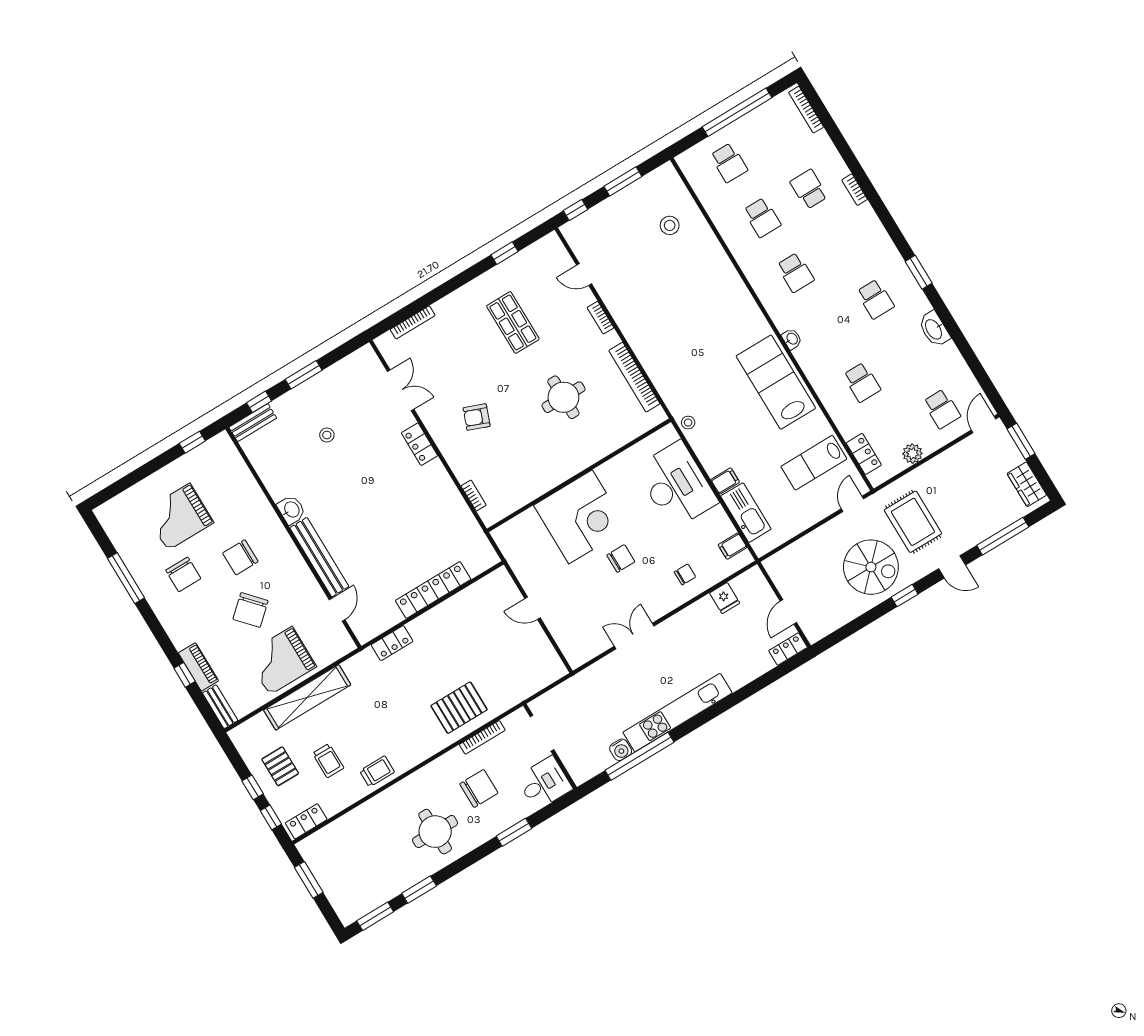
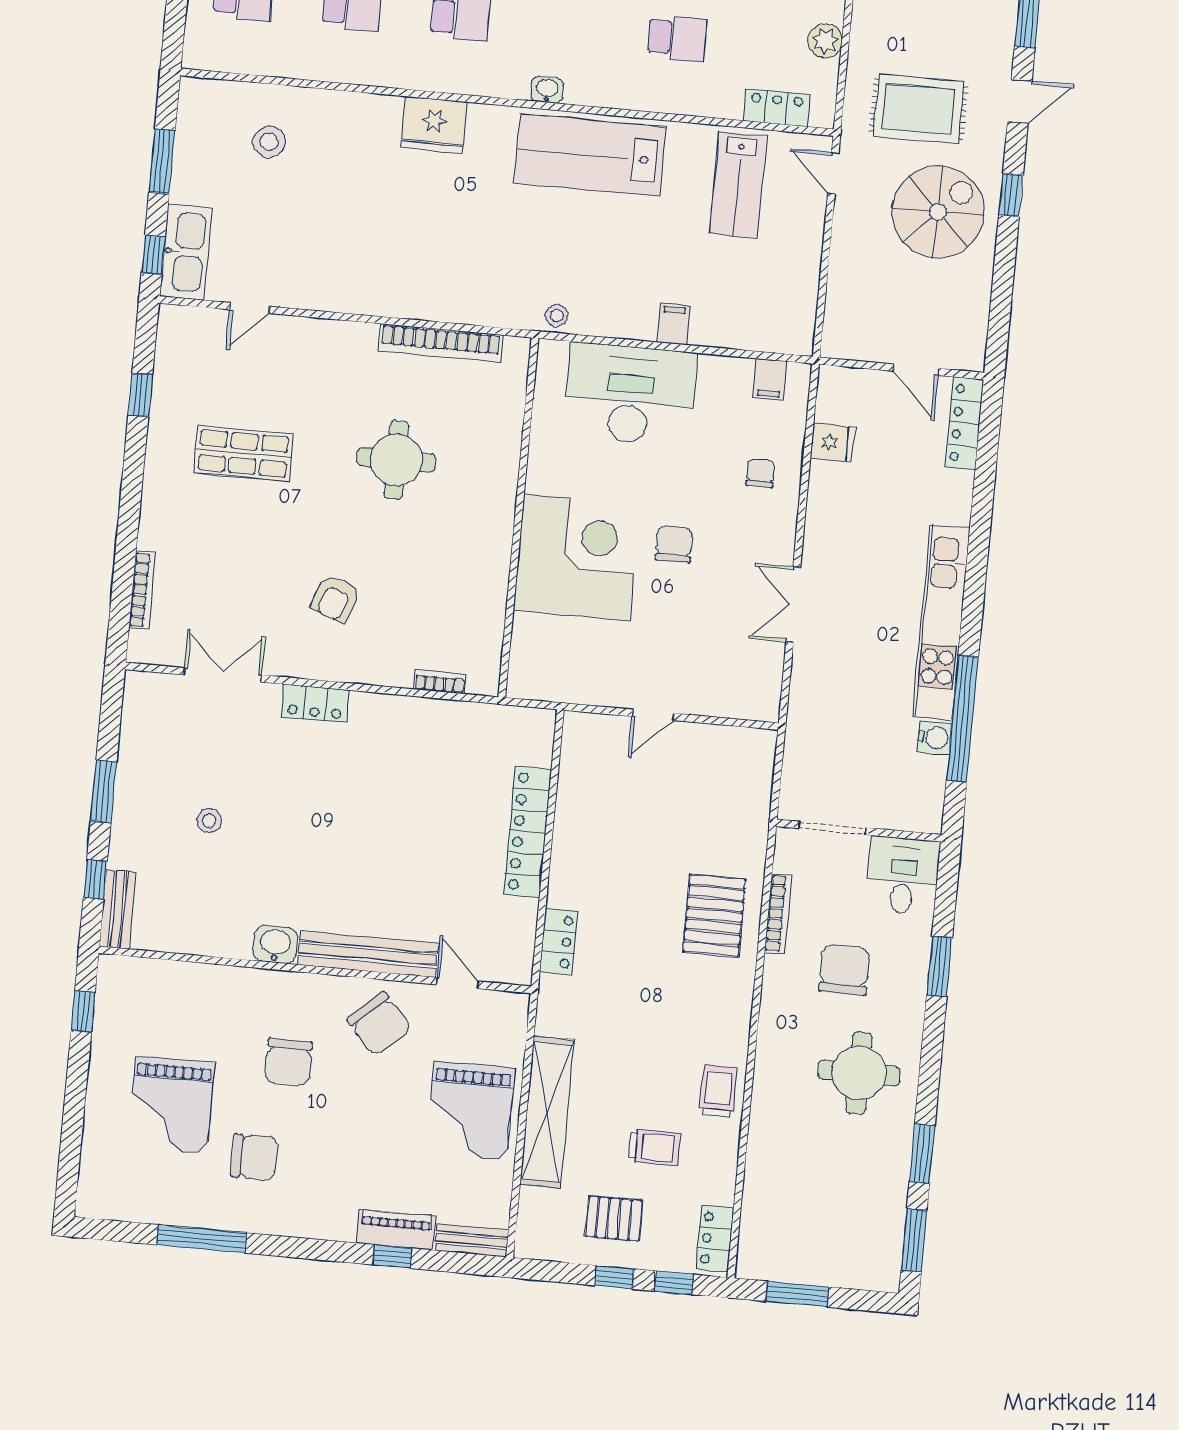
fridge: (735, 297) -> (434, 125), added
bookcase: (601, 318) -> (325, 329), removed
kitchen sink: (746, 513) -> (186, 252), moved, turned 90
chair: (250, 610) -> (379, 1024), moved
locker: (788, 649) -> (965, 423), width x1.53

